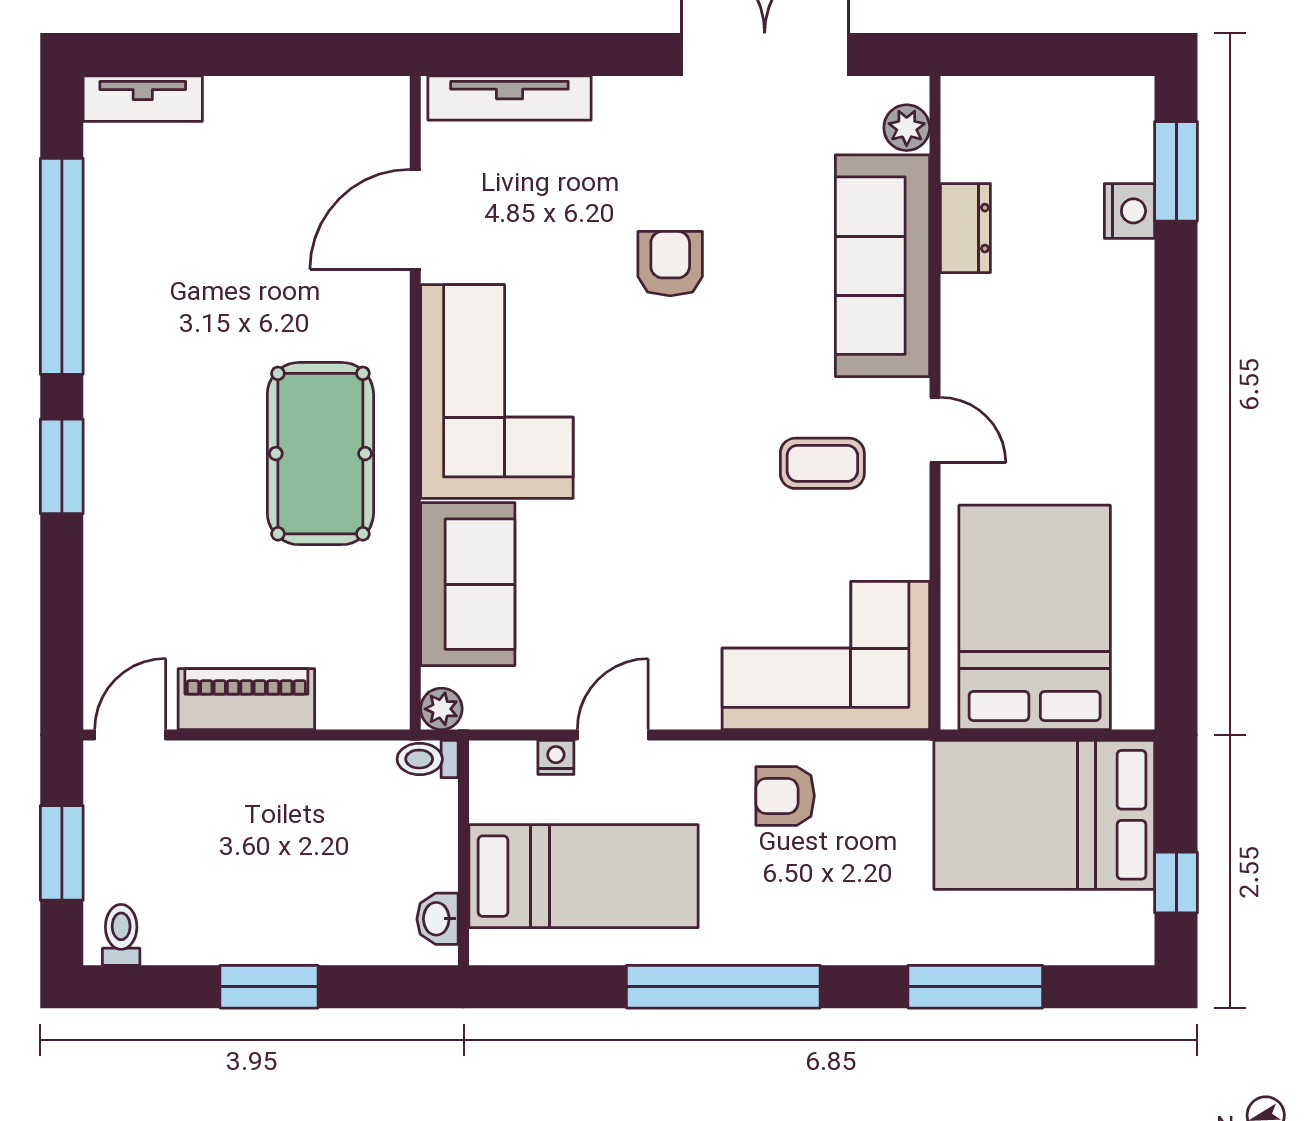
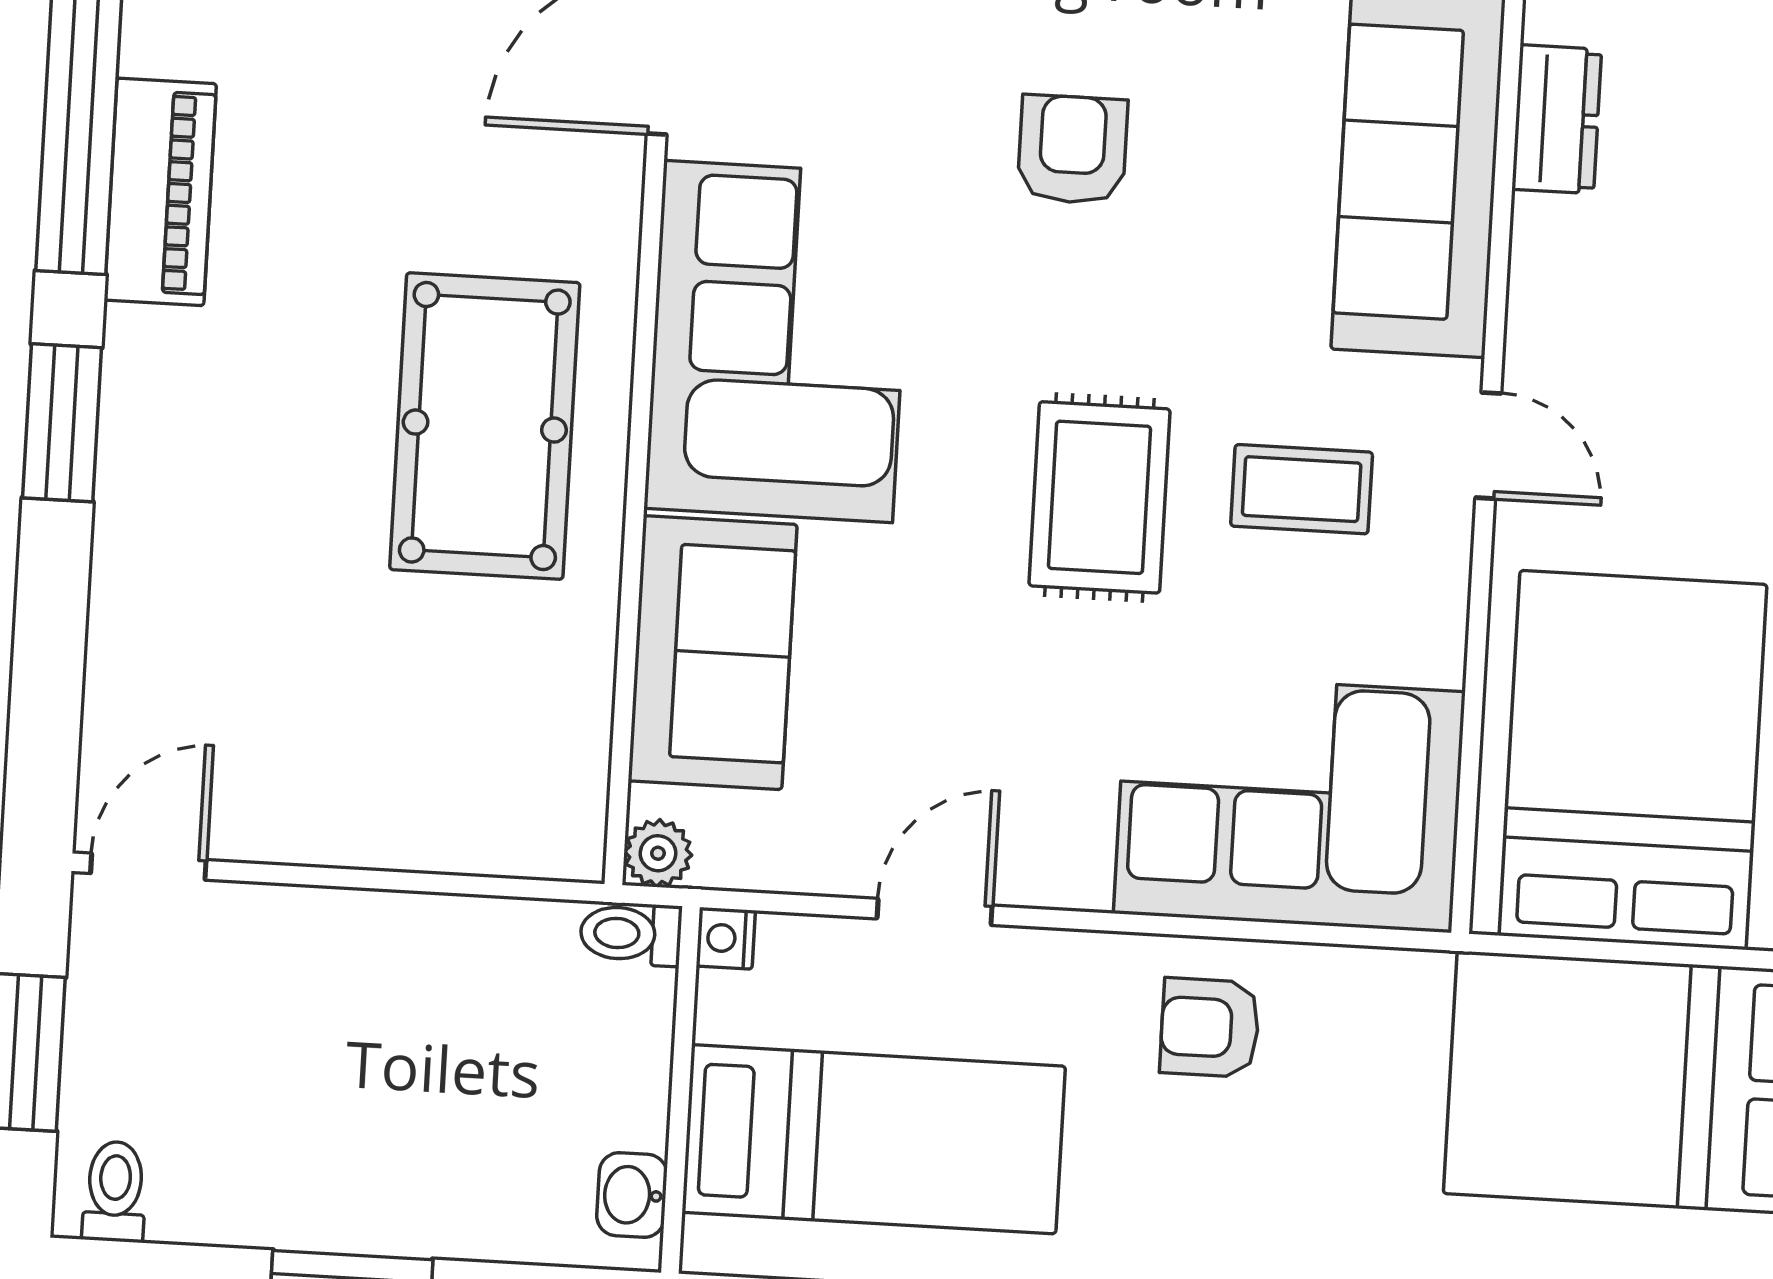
rug: (699, 476) -> (1100, 497), added
piano: (246, 699) -> (160, 192), moved, turned 90
nightstand: (556, 757) -> (726, 938), moved, turned -90

